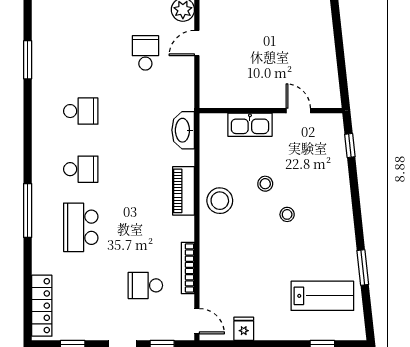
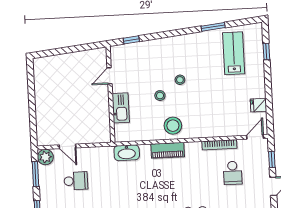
school desk: (145, 53) -> (76, 181), turned 180

